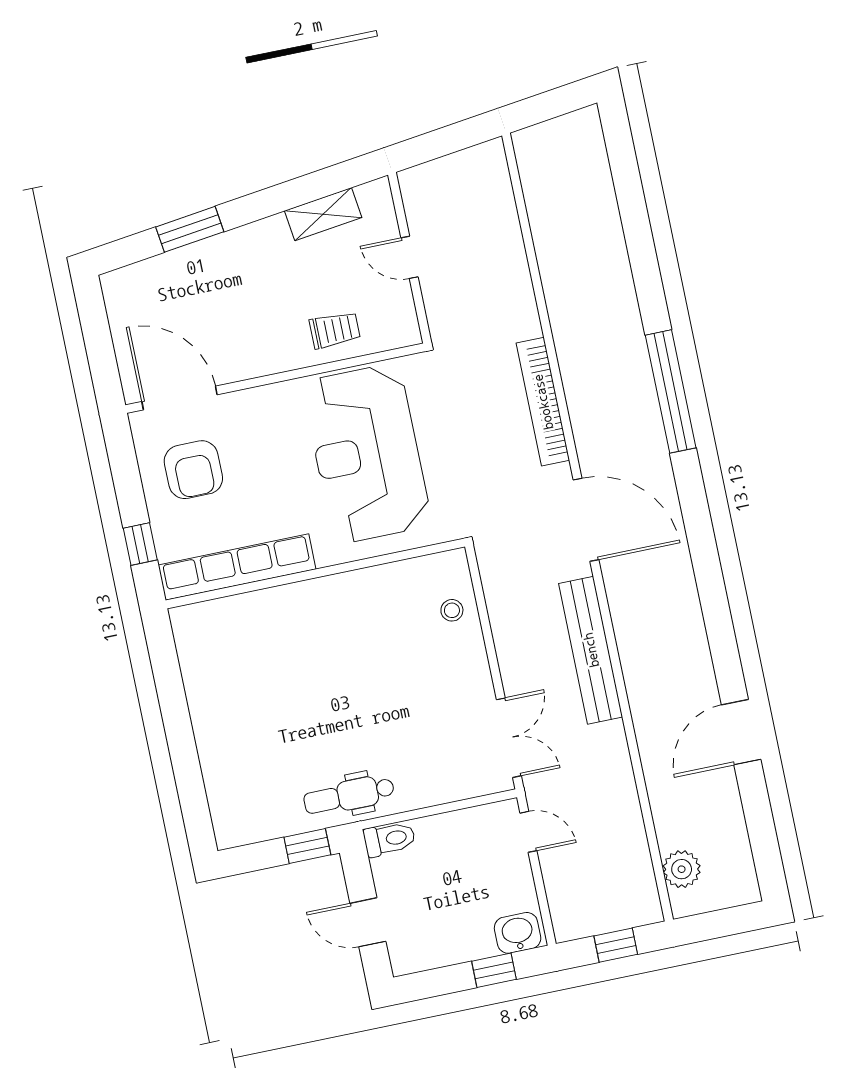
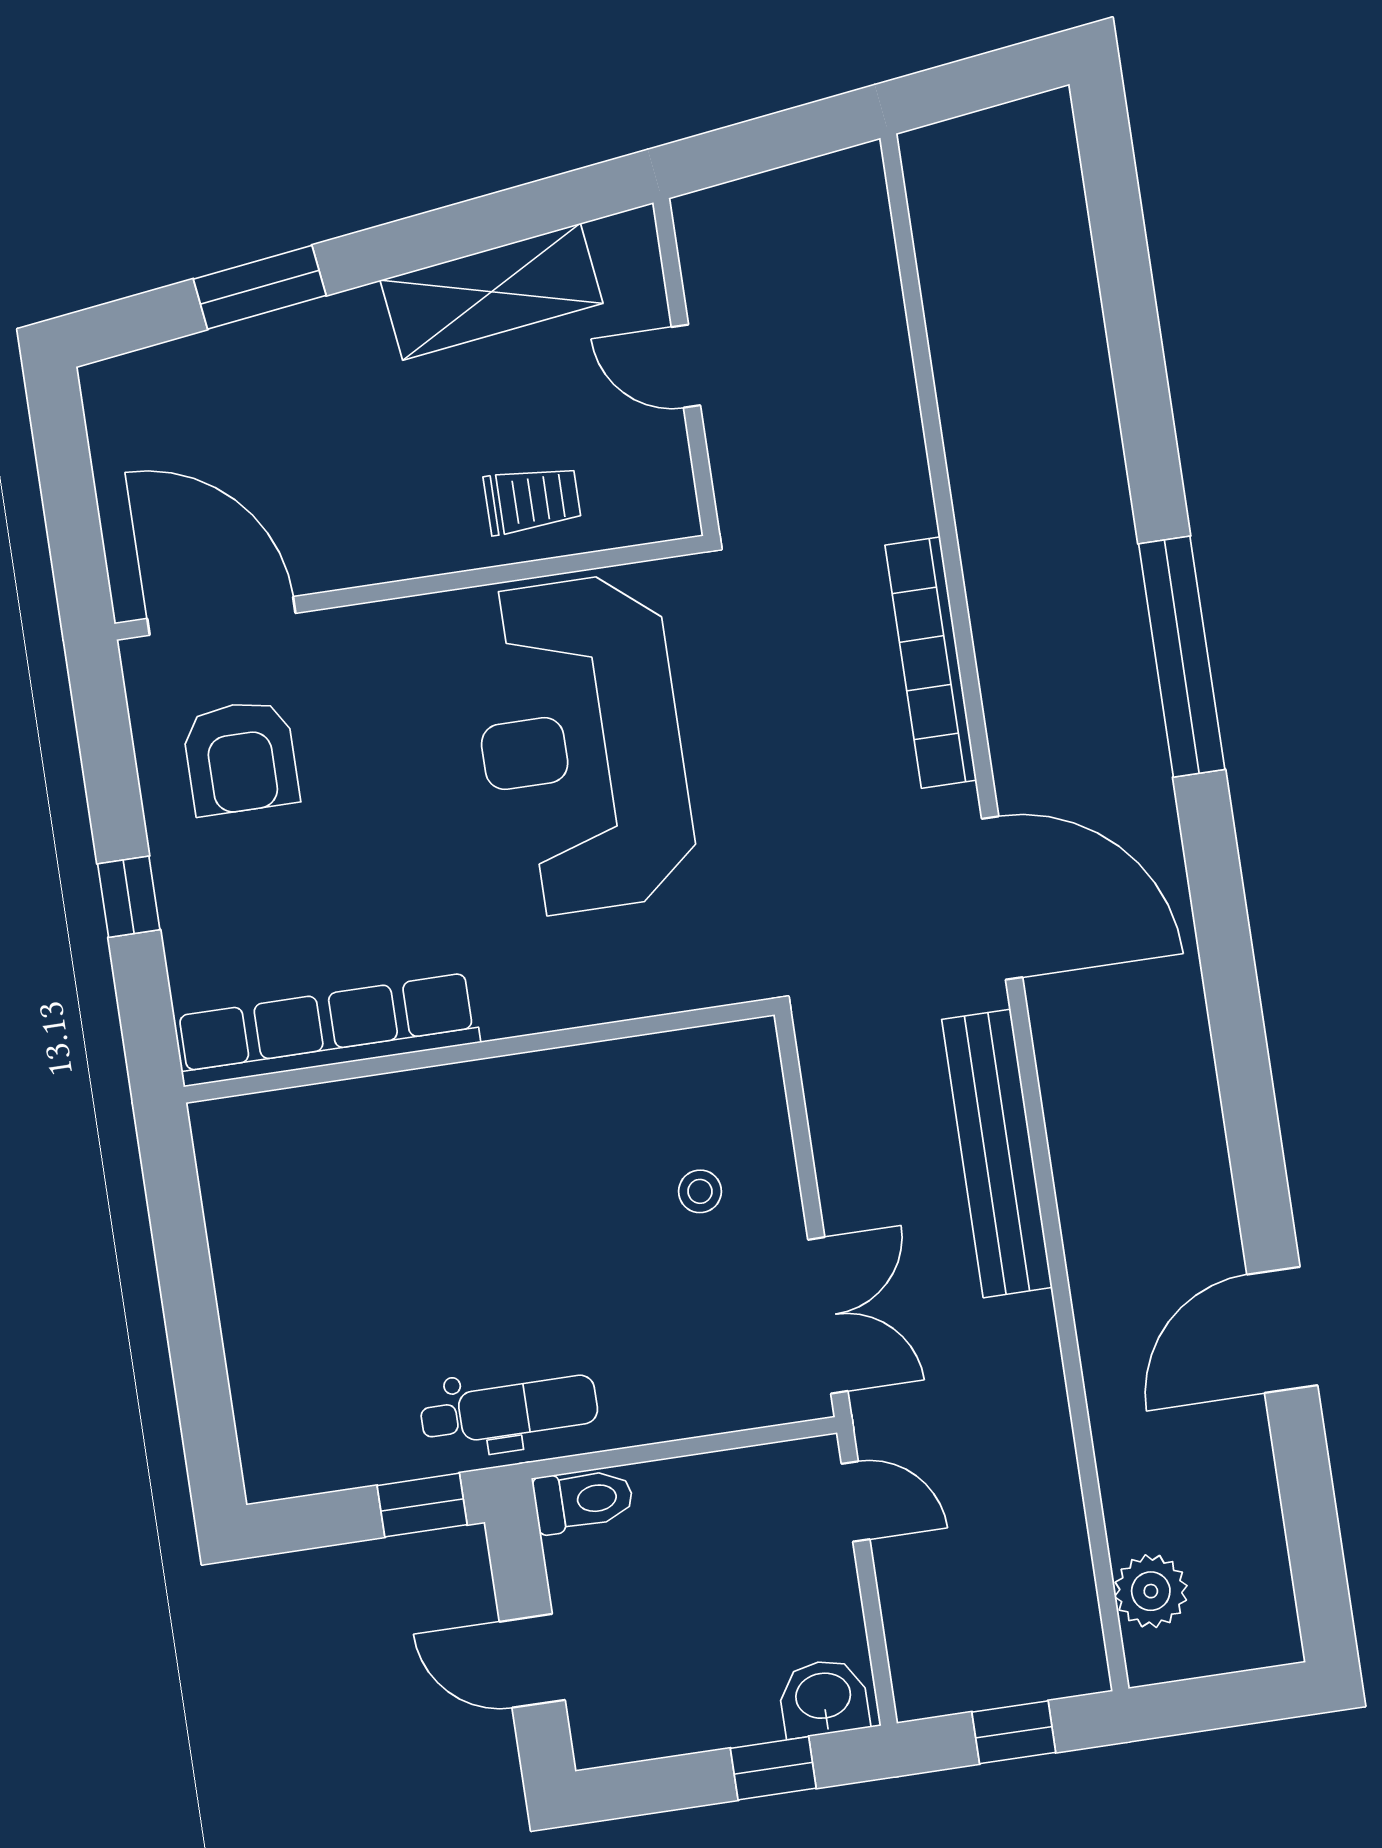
shelving: (323, 214) -> (492, 292), width x1.50, depth x1.33
row of seats: (237, 567) -> (327, 1030), moved
wall: (315, 574) -> (479, 1051), moved
stool: (452, 610) -> (700, 1191), moved
dental chair: (349, 795) -> (509, 1410), turned 180

